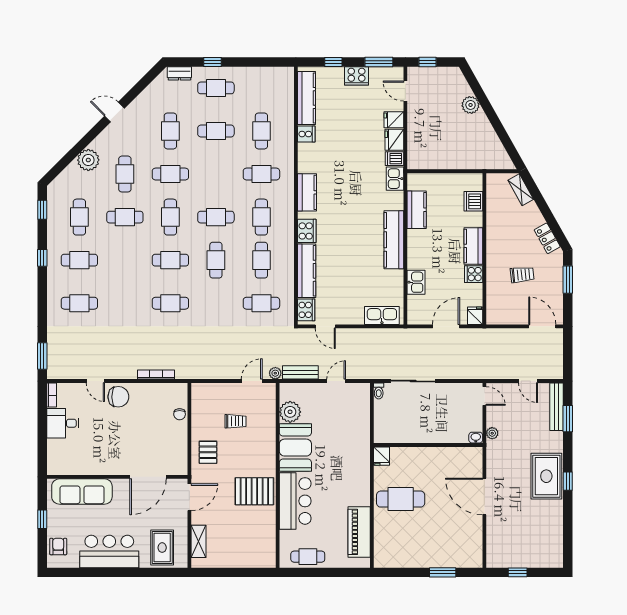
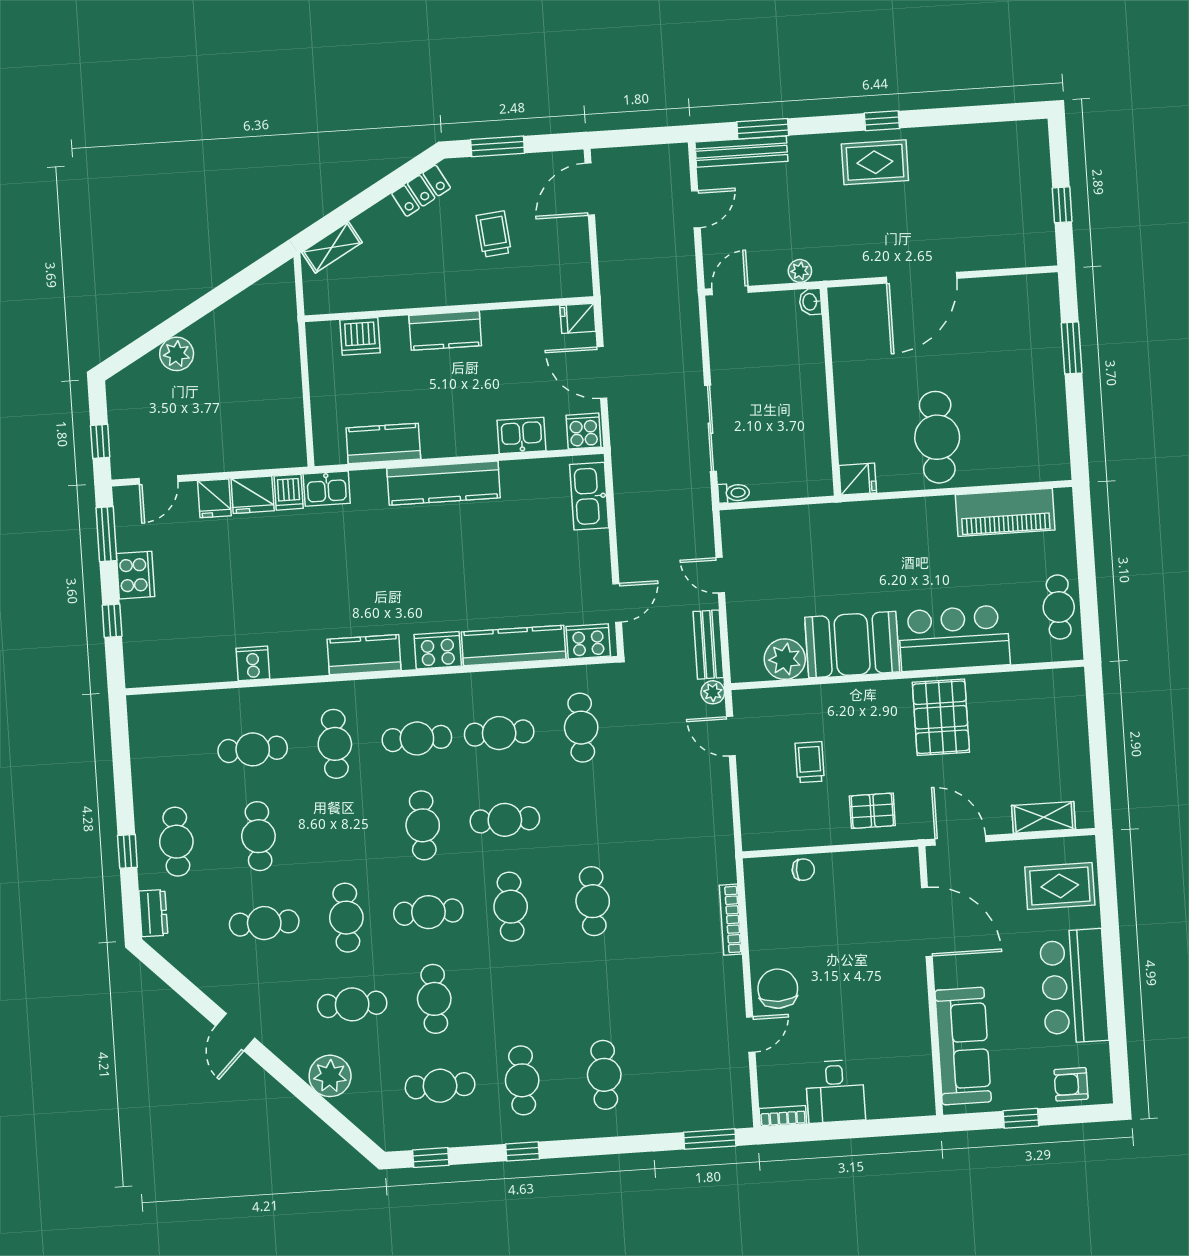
kitchen counter: (307, 98) -> (184, 668), removed
cooker: (474, 274) -> (584, 431), moved, turned 180
rug: (546, 476) -> (875, 162), width x0.73, depth x0.70

